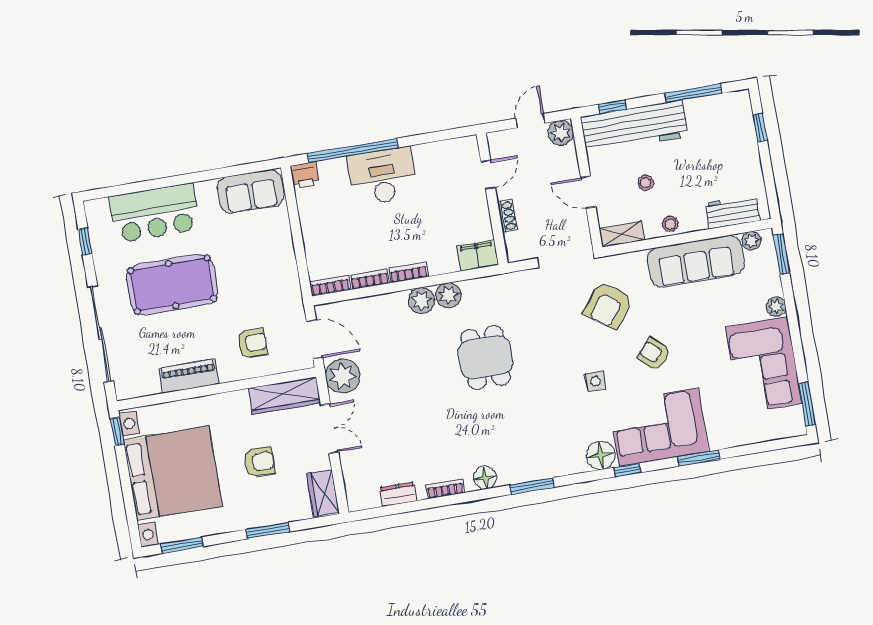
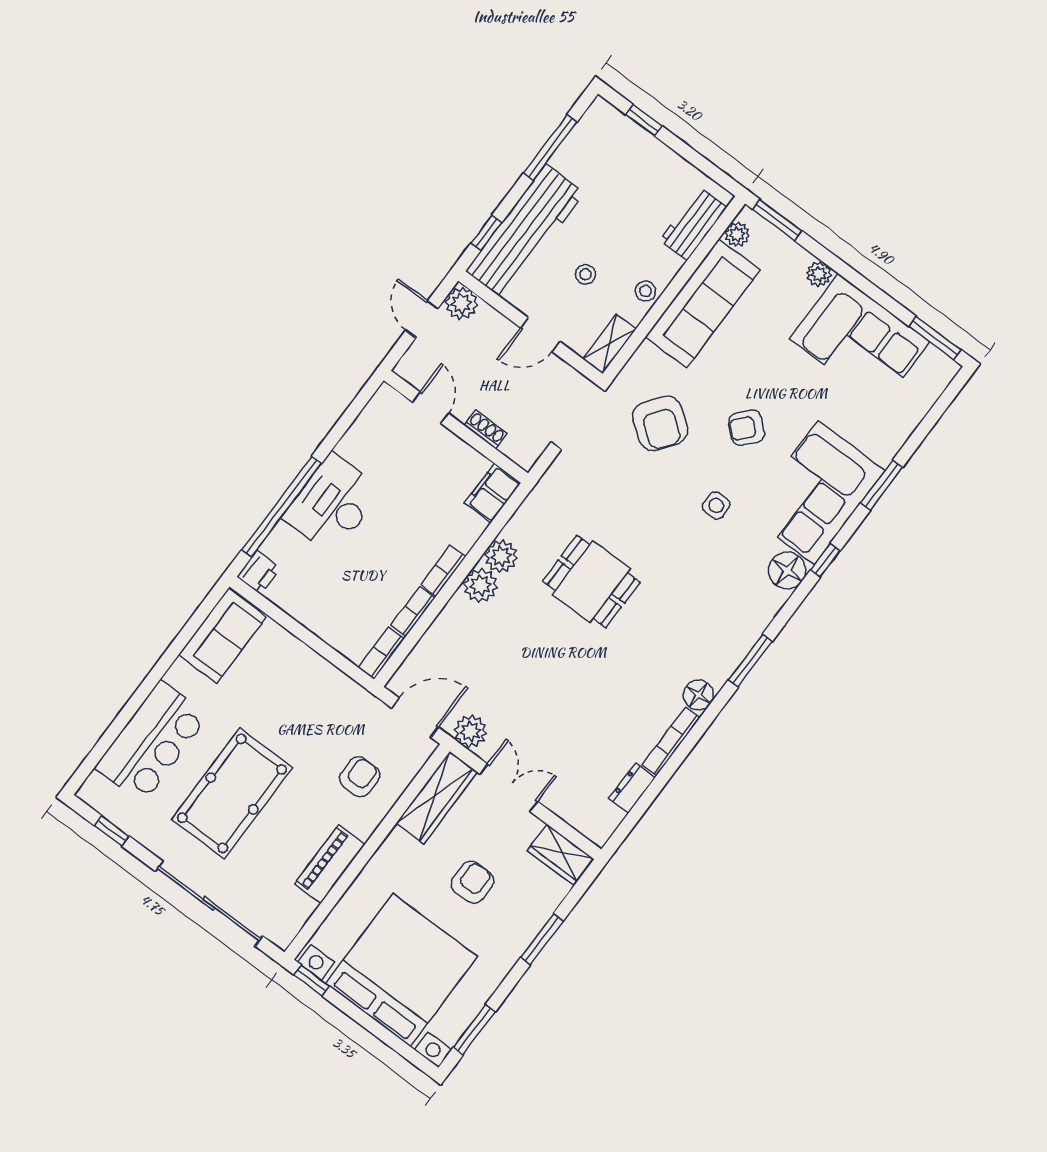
plant: (343, 376) -> (470, 731), width x0.73, depth x0.73
bookcase: (445, 489) -> (671, 741), width x1.56

